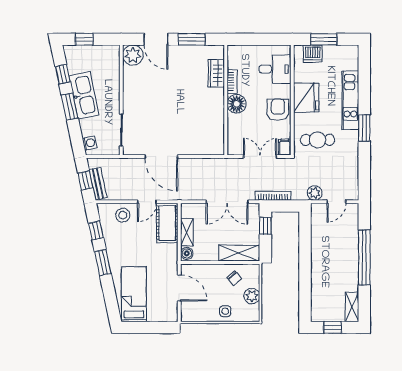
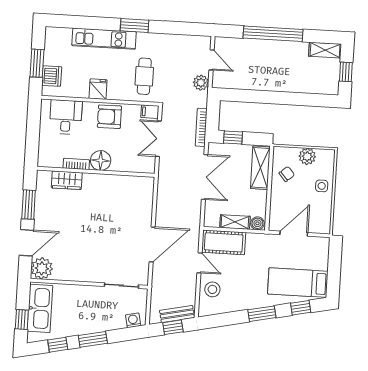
kitchen sink: (84, 95) -> (40, 308), moved, turned 102
fridge: (306, 98) -> (98, 89), width x0.53, depth x0.75
window: (96, 231) -> (301, 308), moved

